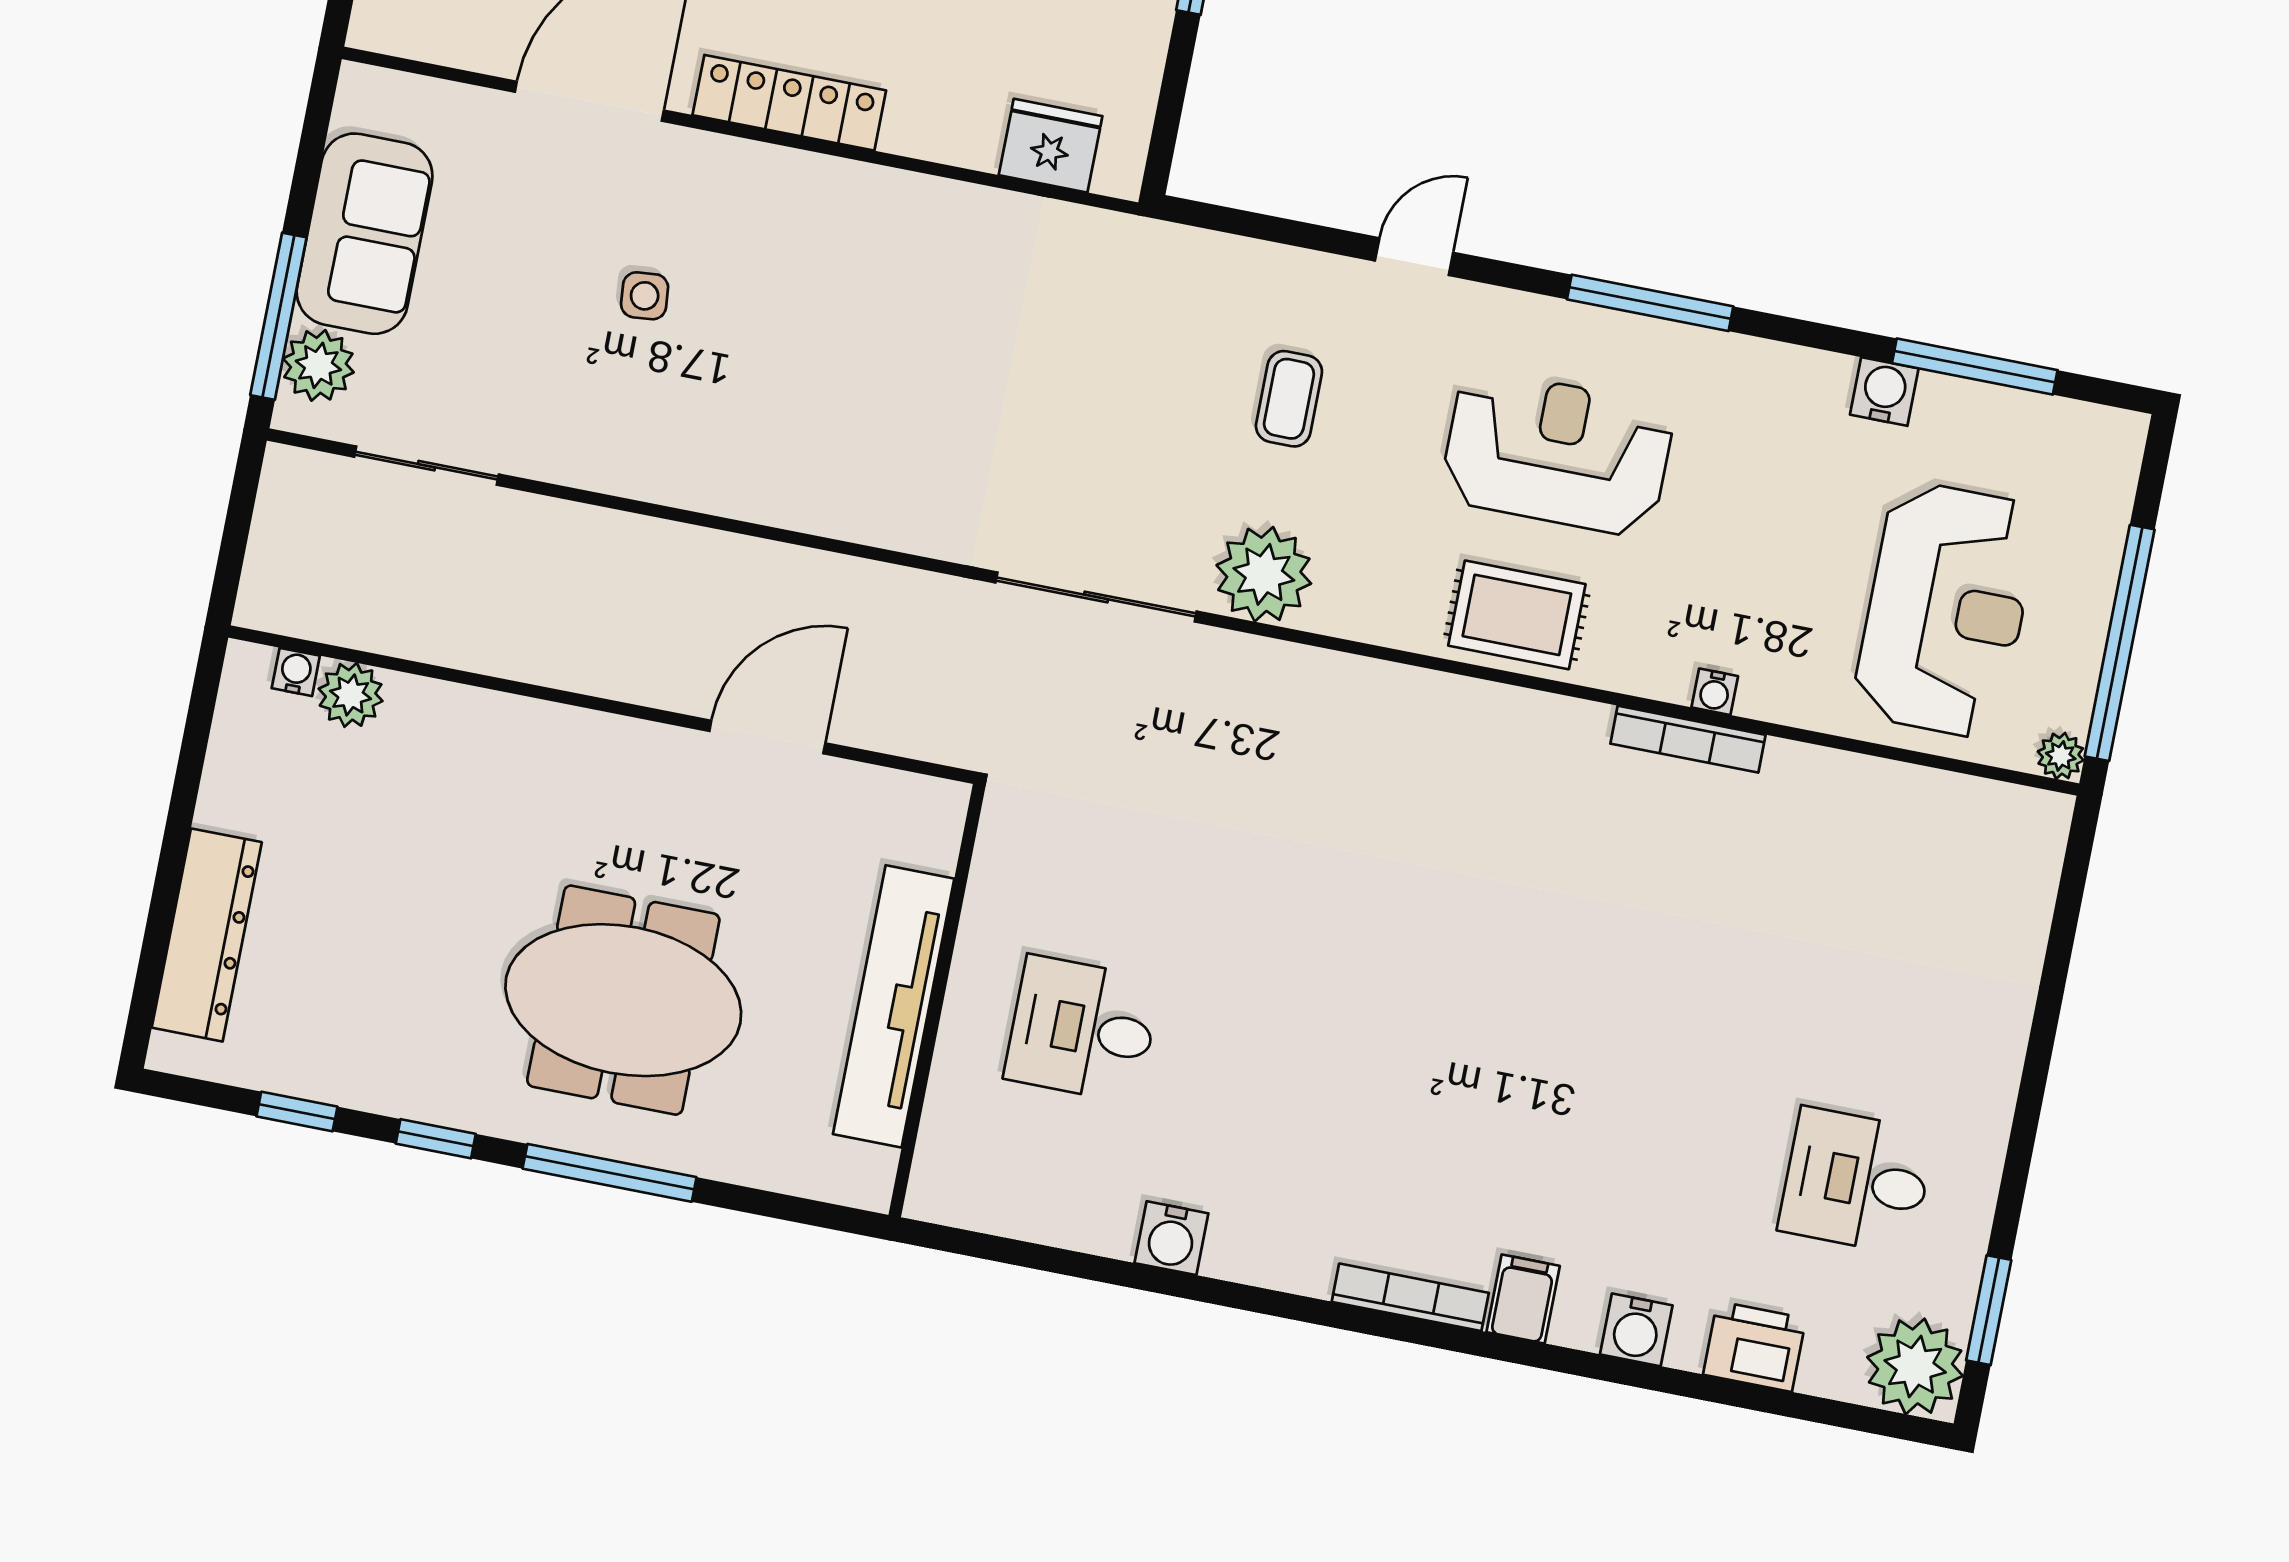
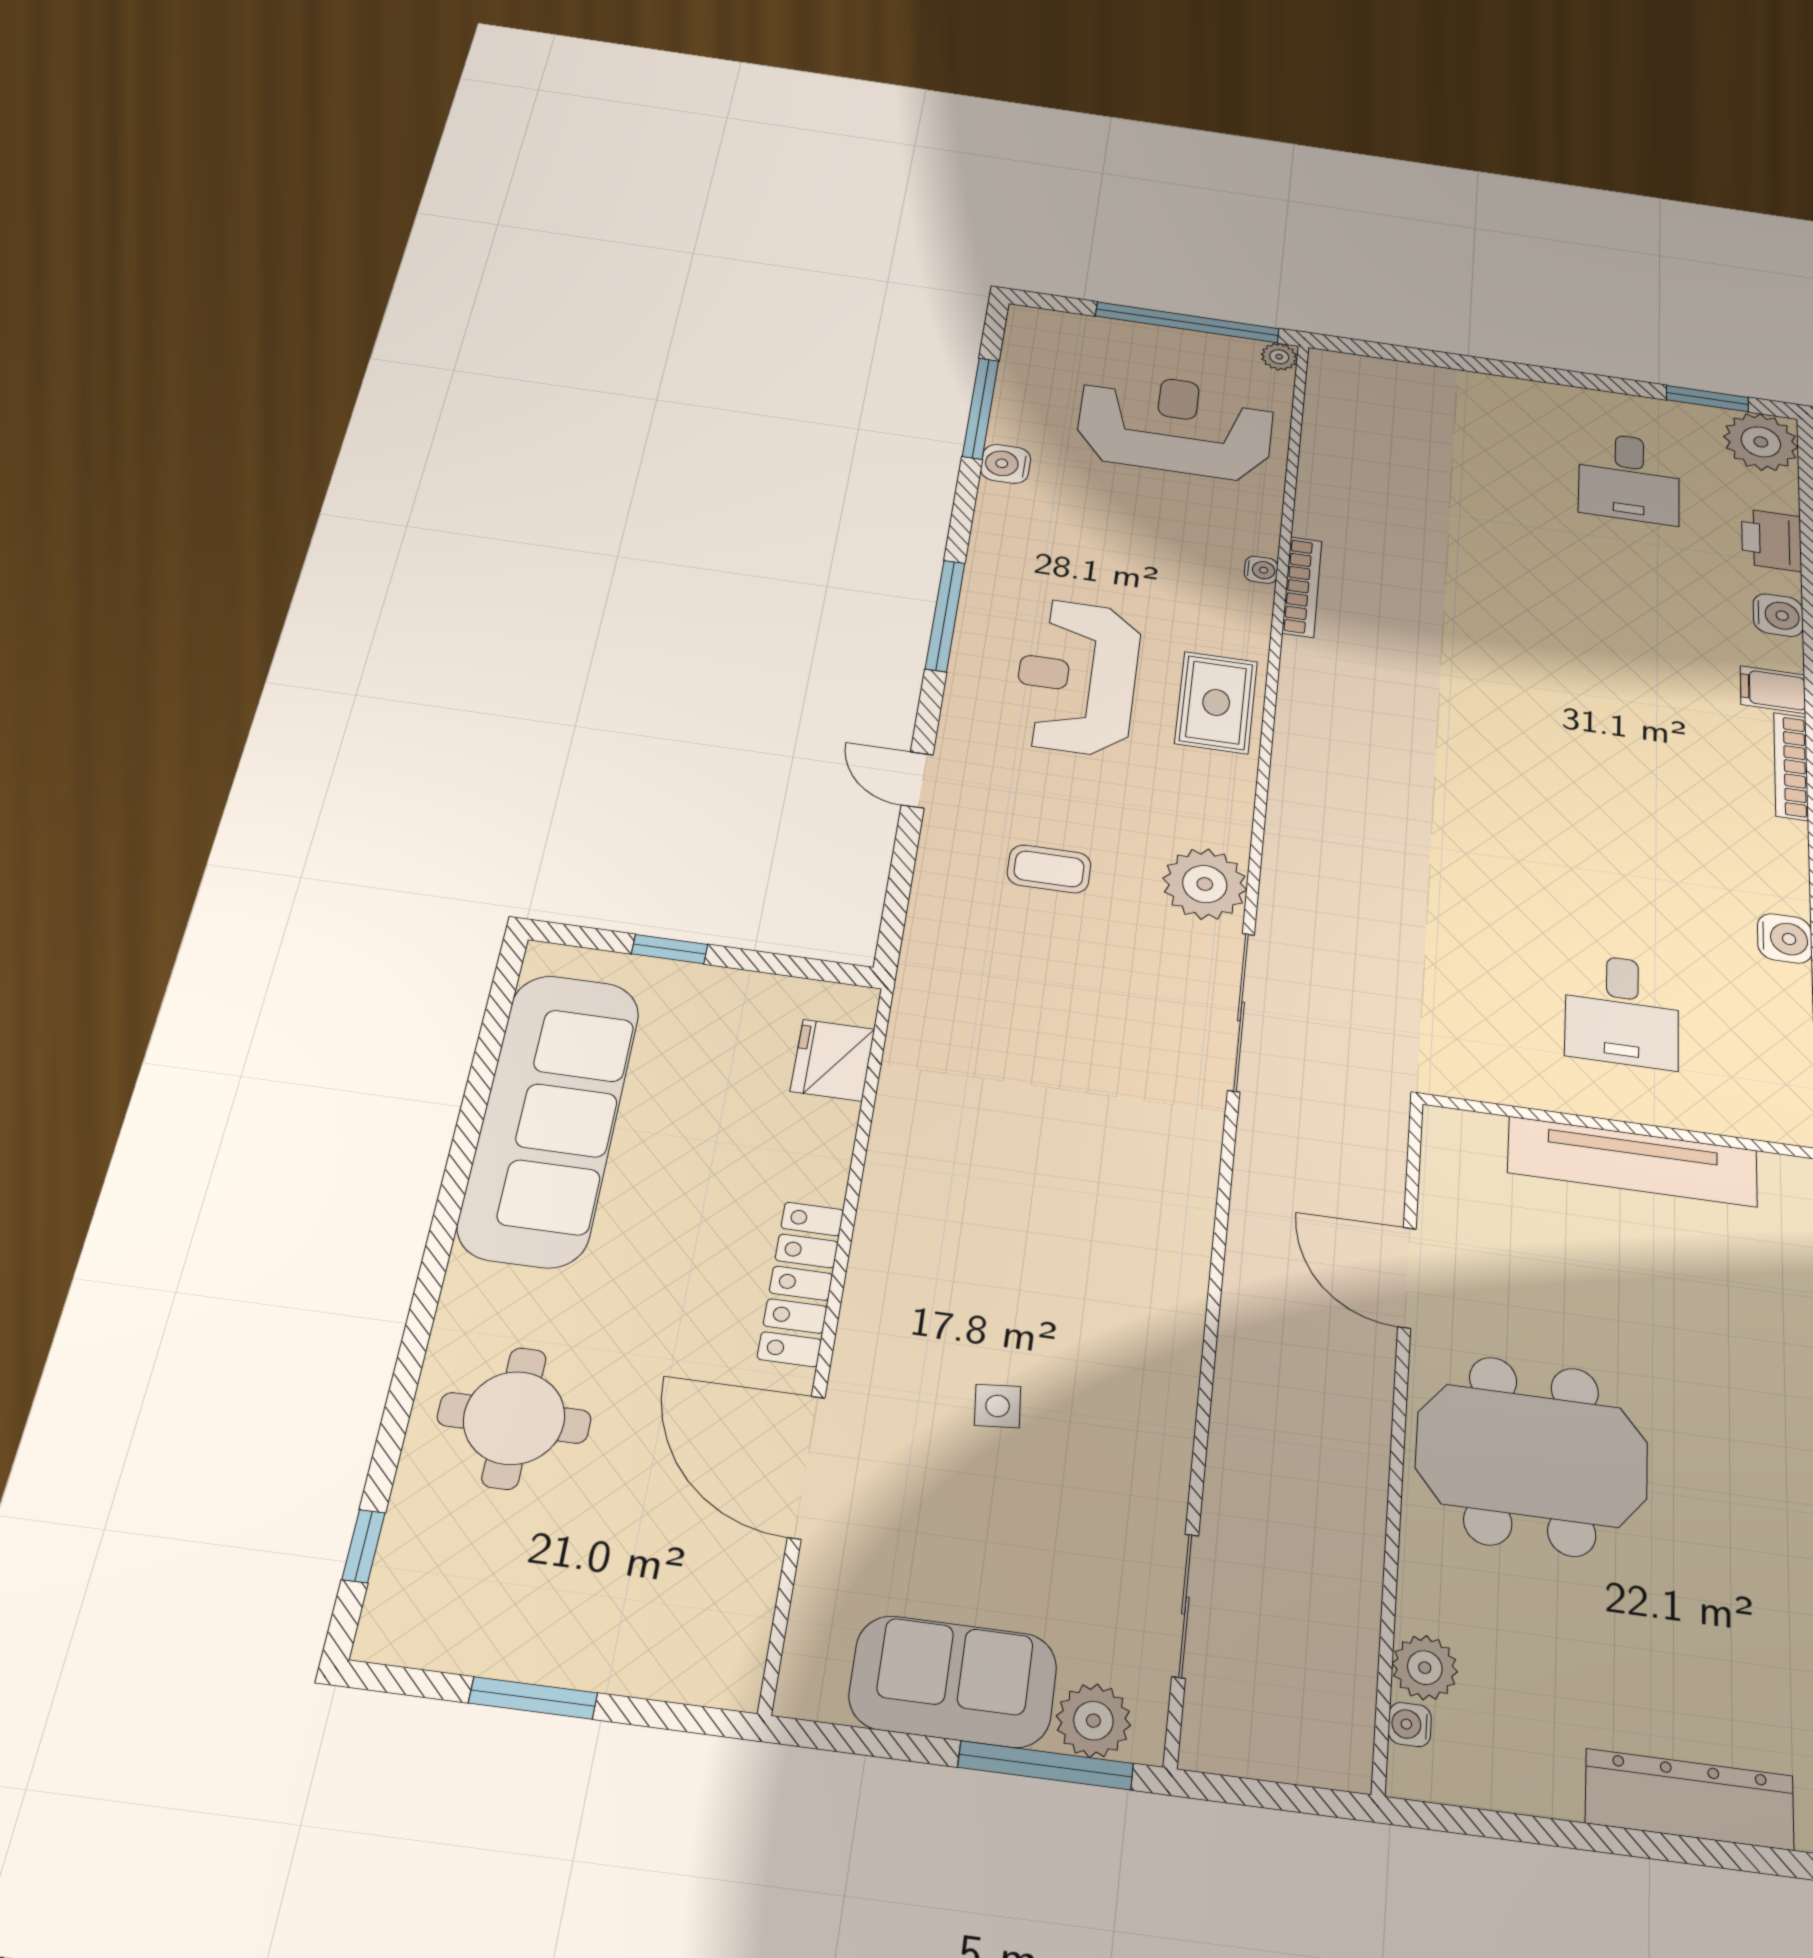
meeting table: (623, 1000) -> (1532, 1455), moved, turned 90

